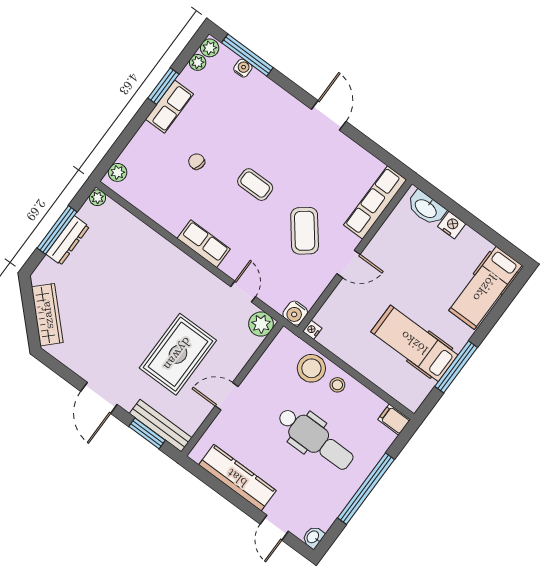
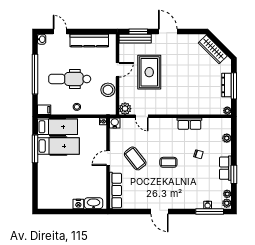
plant: (118, 172) -> (227, 138), moved
row of seats: (204, 244) -> (189, 124), moved
hospital bed: (485, 288) -> (57, 127), moved, turned 90
stool: (311, 368) -> (108, 90), moved

